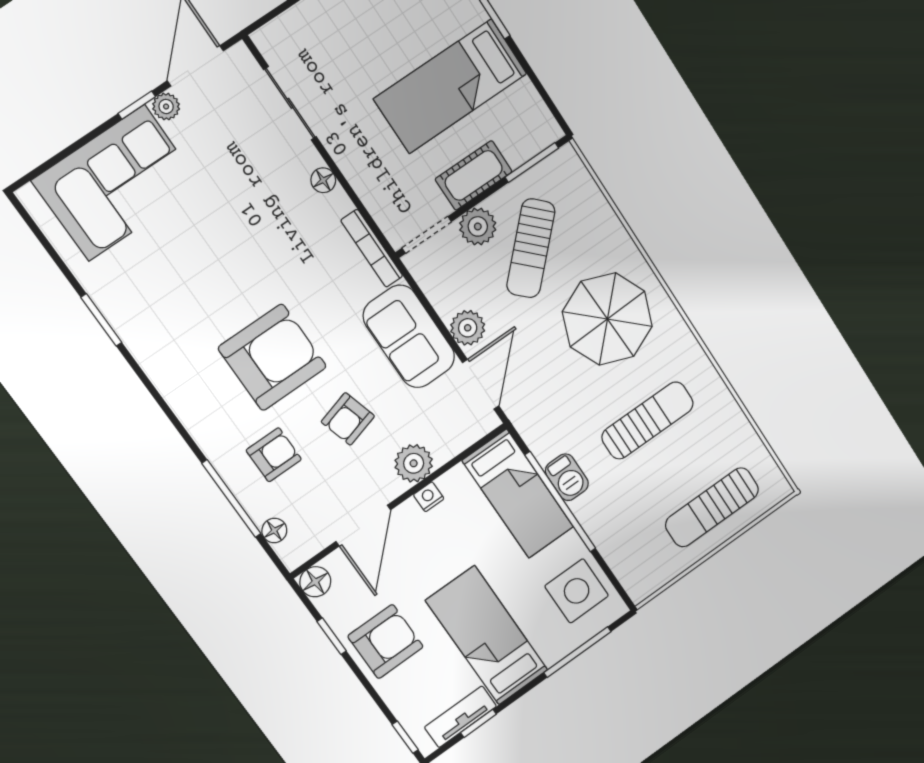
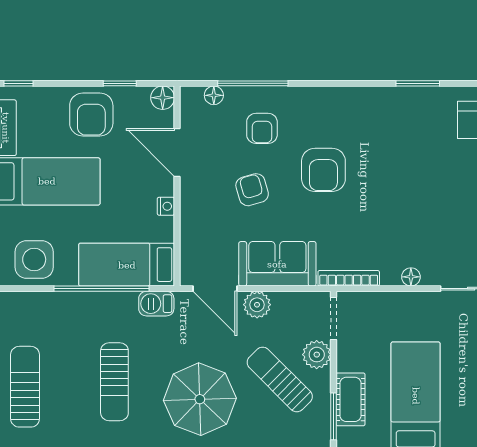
cot: (474, 175) -> (351, 399), moved
armchair: (272, 357) -> (323, 170), width x0.73, depth x0.73
plant: (414, 463) -> (194, 211), removed
barbecue: (567, 477) -> (156, 304), moved

